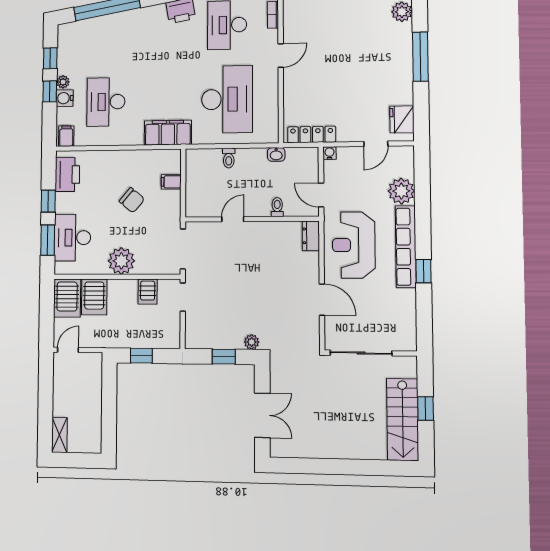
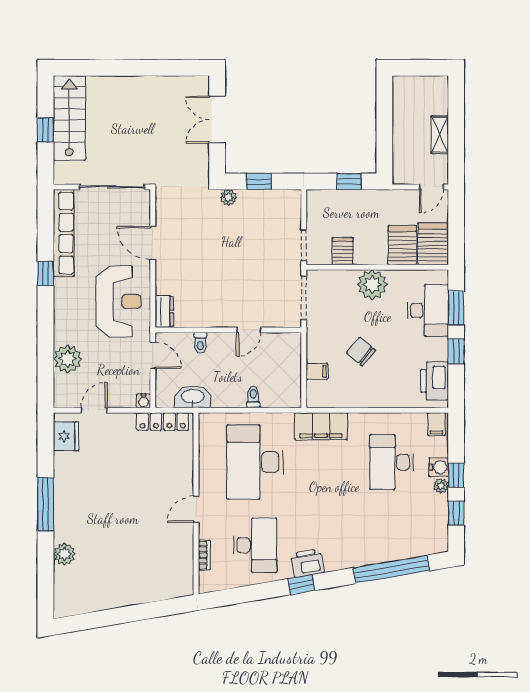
desk: (106, 102) -> (391, 462), turned 180
washbasin: (276, 154) -> (193, 397), width x1.91, depth x1.45
row of seats: (406, 247) -> (64, 233), moved
shelving: (59, 435) -> (440, 135), moved

